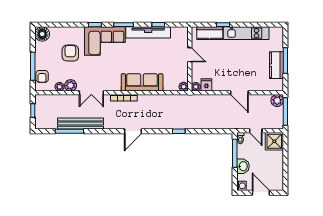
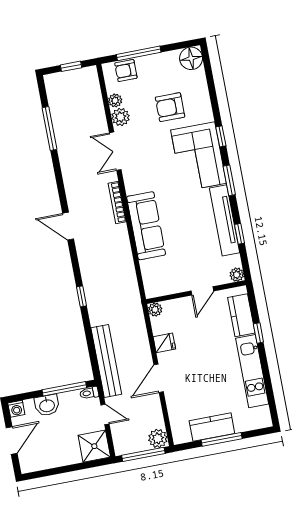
armchair: (70, 53) -> (170, 107), turned 180
fridge: (206, 85) -> (164, 343), moved
plant: (184, 87) -> (237, 275), moved
bench: (80, 124) -> (106, 361), moved
door: (256, 131) -> (105, 414), swing flipped

